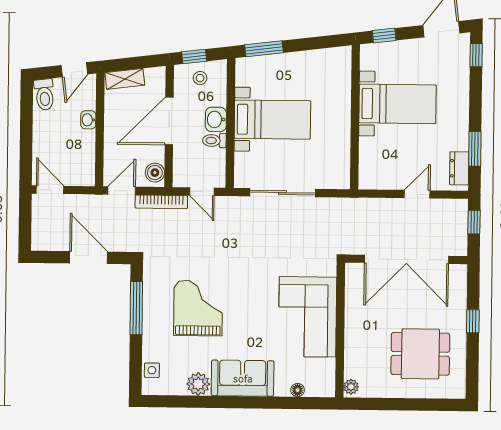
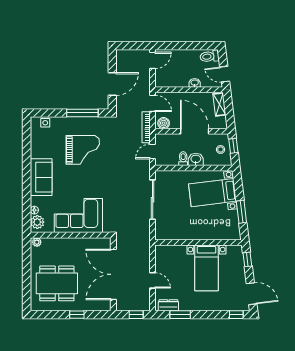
window: (264, 49) -> (241, 212), moved
bed with nightstands: (272, 120) -> (213, 193), moved, turned 83
dining table: (420, 354) -> (57, 283), width x1.38
plant: (198, 384) -> (37, 222), moved

